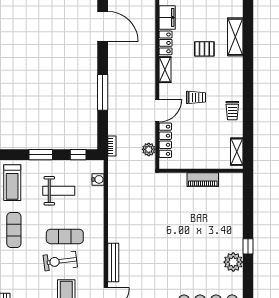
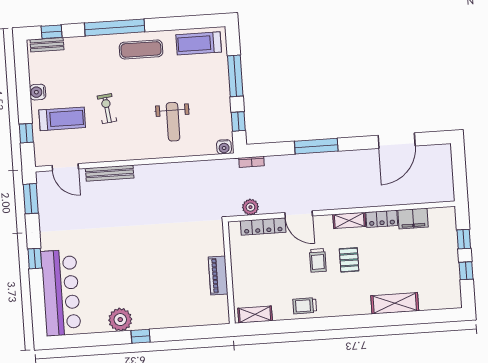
pallet: (204, 49) -> (349, 260), moved
window: (41, 155) -> (235, 76), width x1.44
water cooler: (98, 179) -> (224, 147), moved
weight bench: (59, 191) -> (173, 122), moved
exercise mat: (65, 236) -> (137, 112), removed
exercise bike: (60, 261) -> (107, 109), width x0.73, depth x0.72

